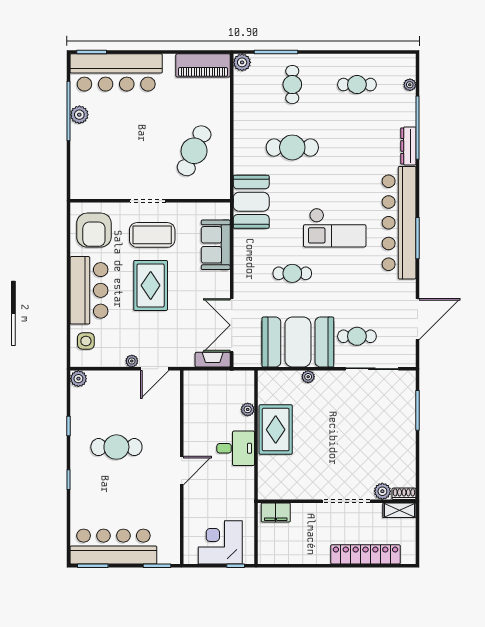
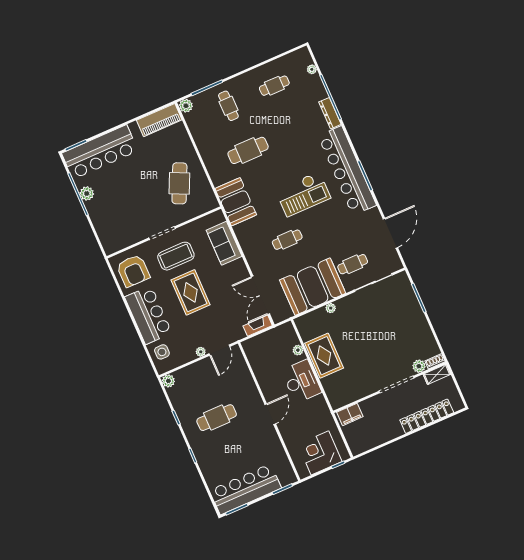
desk: (236, 448) -> (302, 381), width x1.37

